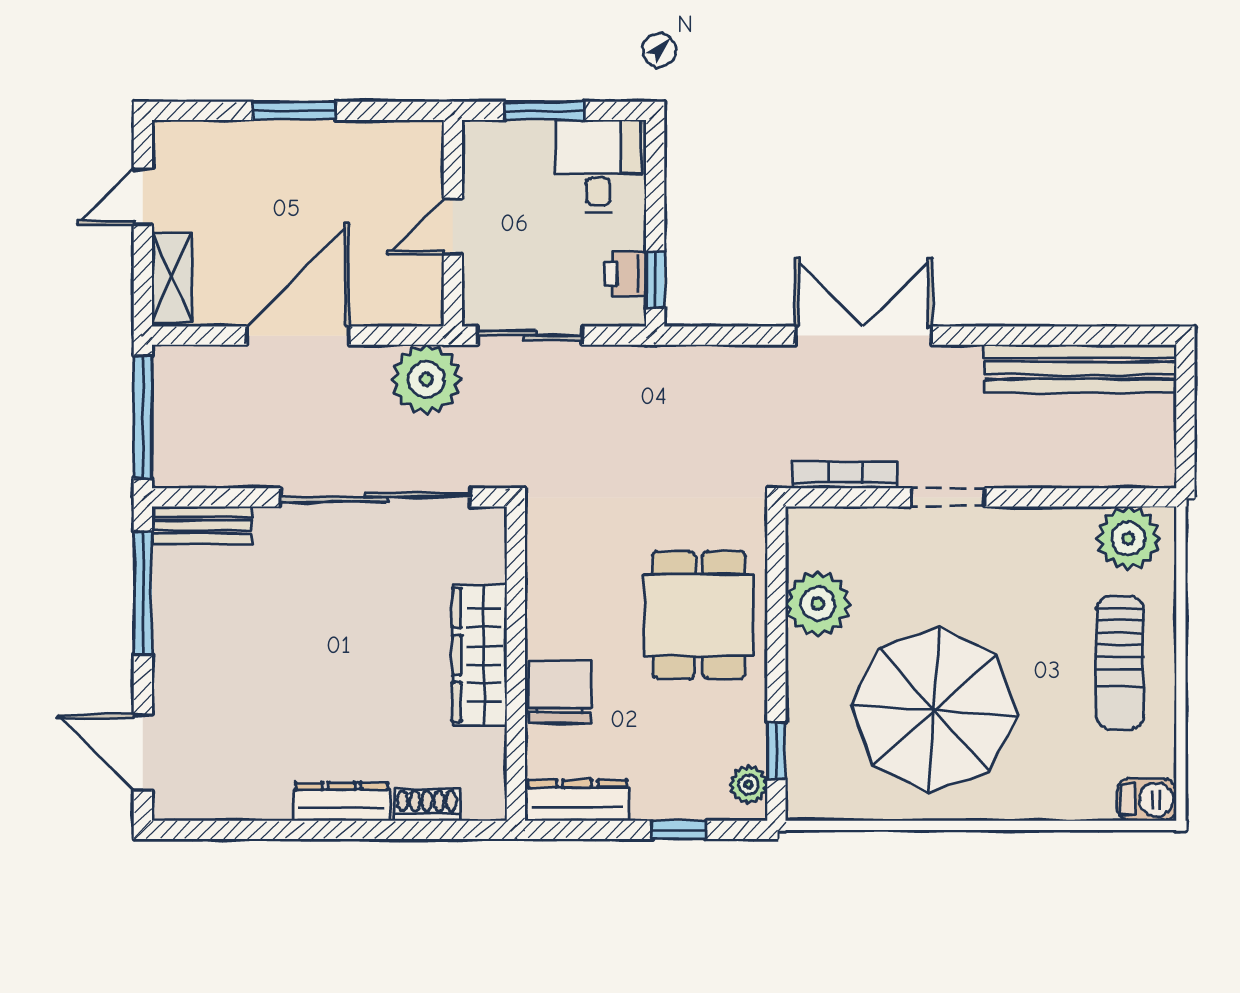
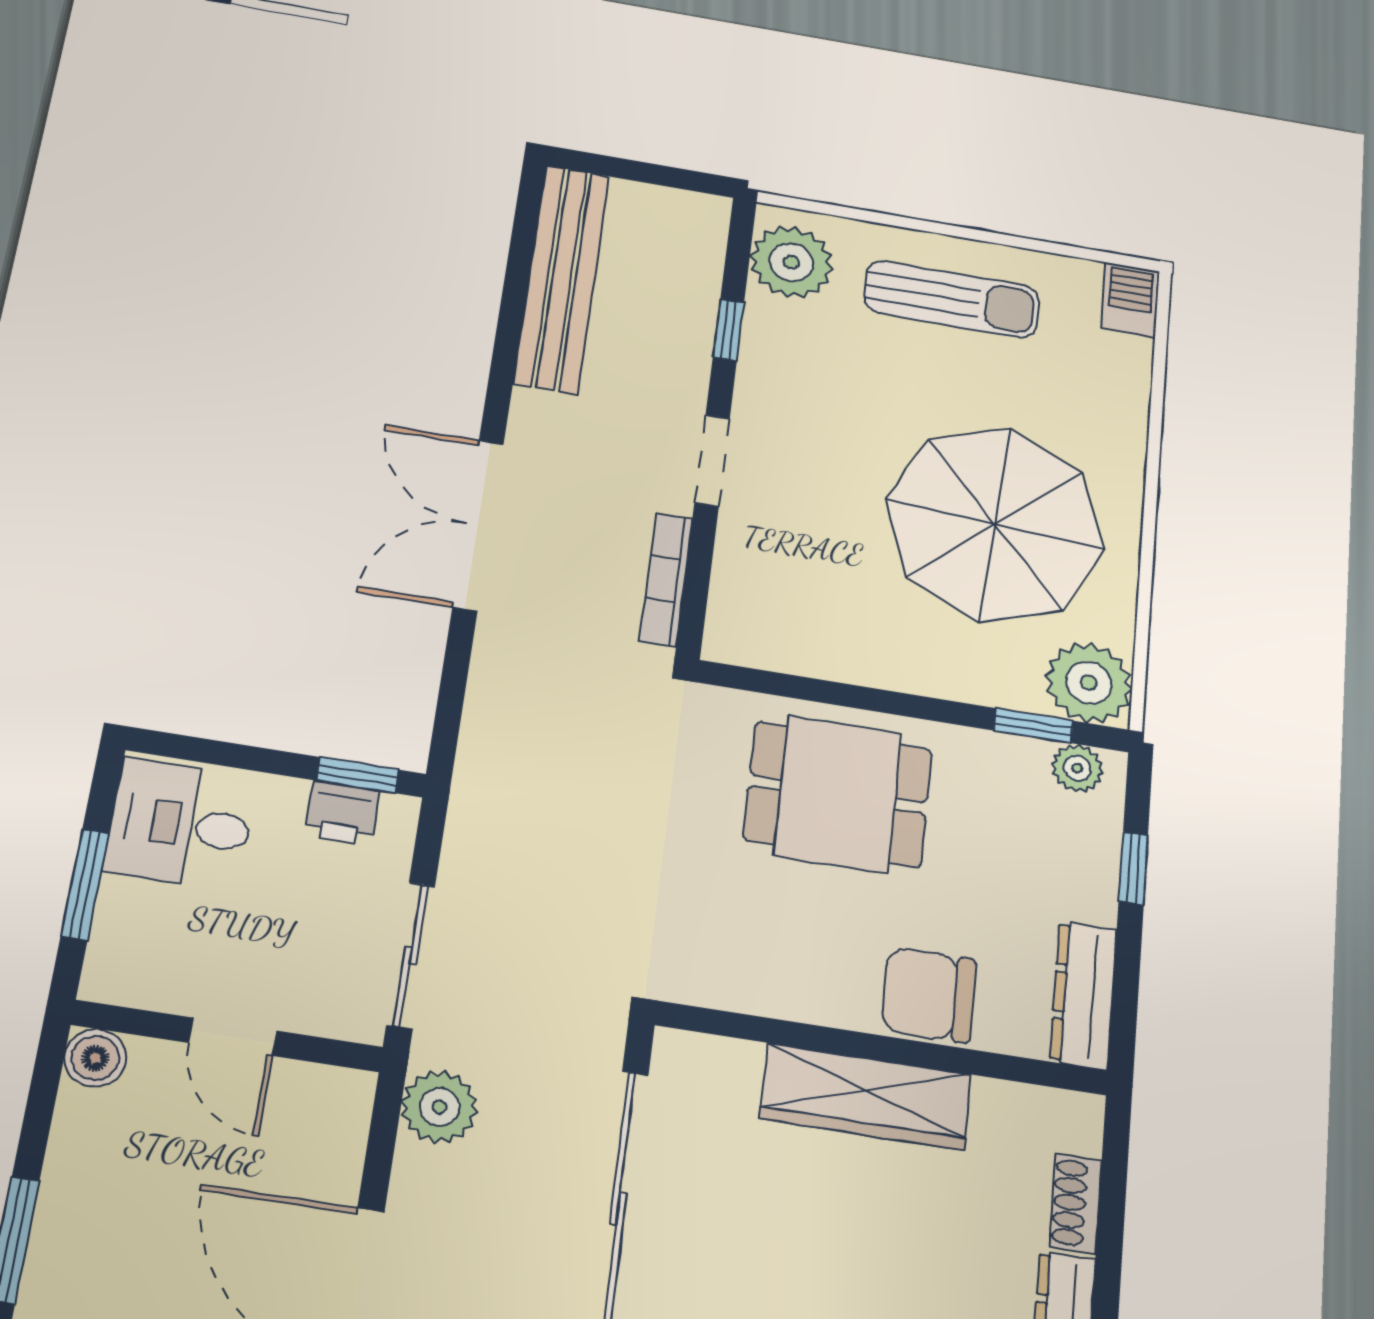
boiler: (424, 140) -> (95, 1058), added
plant: (426, 379) -> (440, 1107), width x0.73, depth x0.73
window: (1060, 497) -> (729, 330), added
plant: (818, 604) -> (1089, 683), moved

